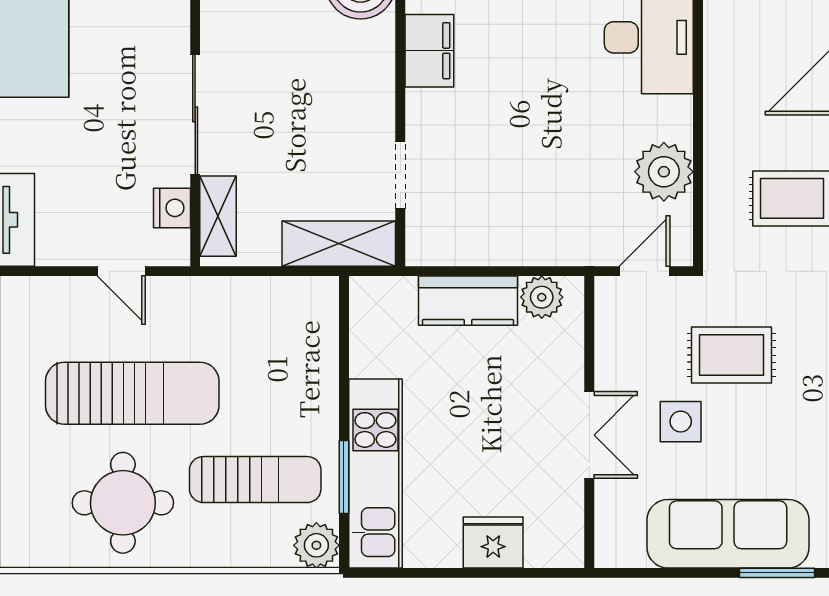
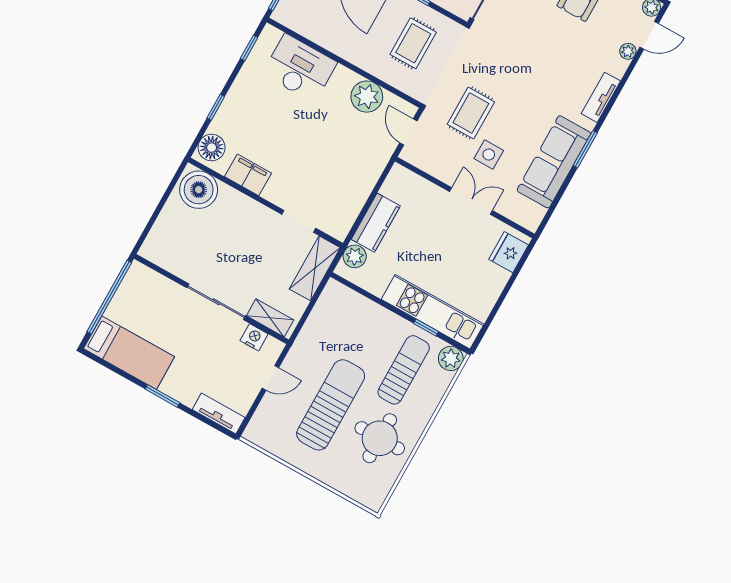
plant: (542, 297) -> (355, 256), moved
window: (344, 477) -> (426, 327), width x0.67
fridge: (493, 542) -> (509, 252), moved

